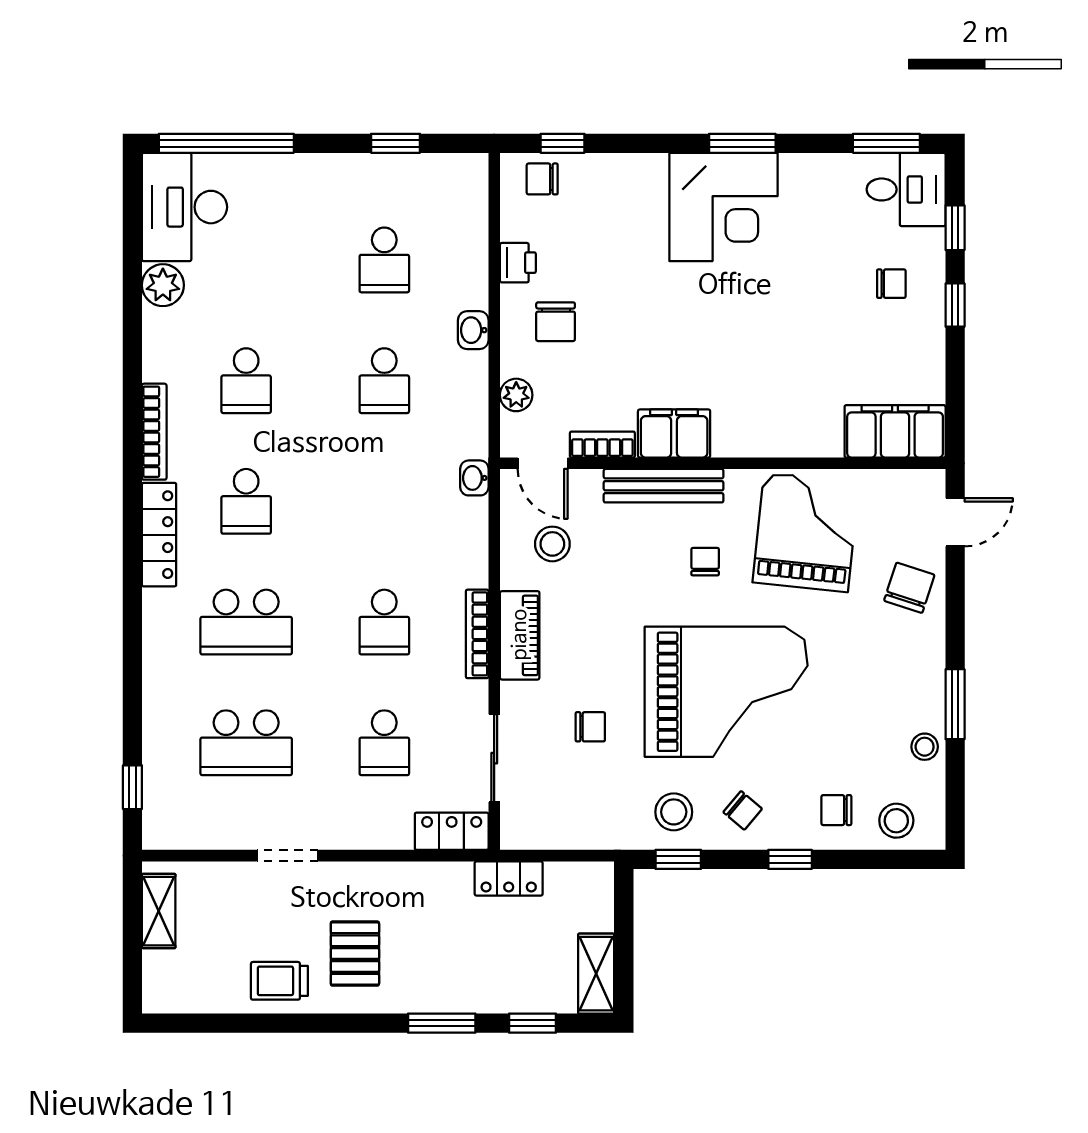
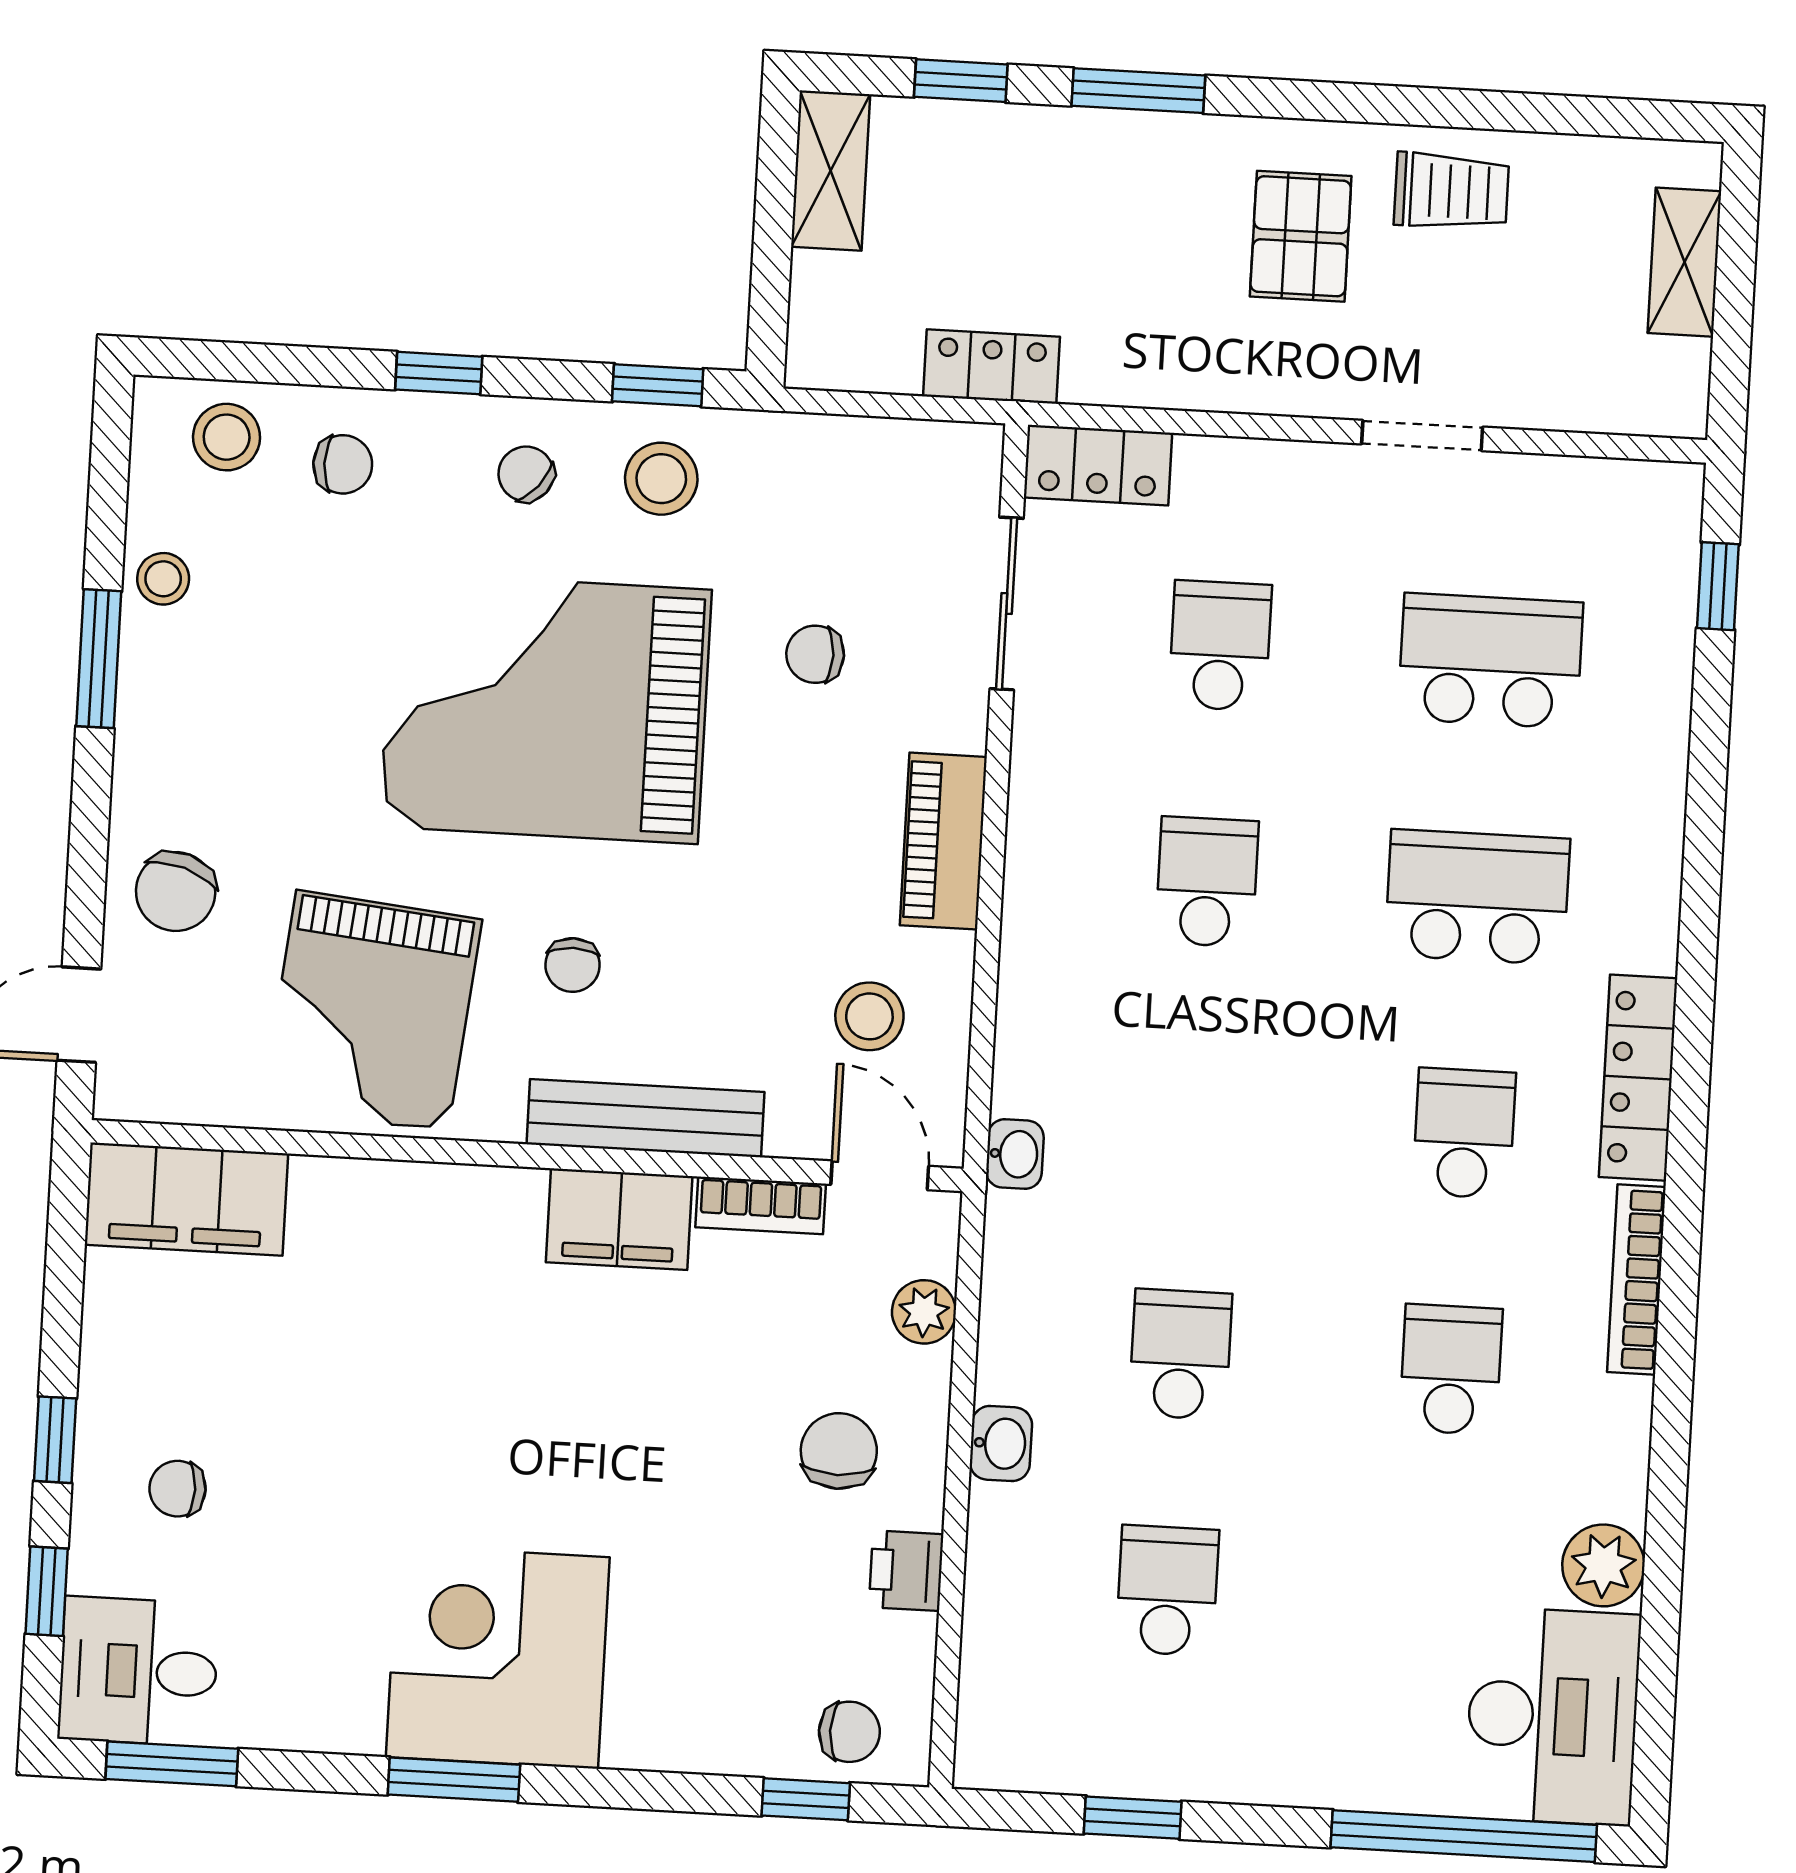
bookcase: (477, 634) -> (1026, 848), removed
shelving: (159, 911) -> (1684, 262), moved

